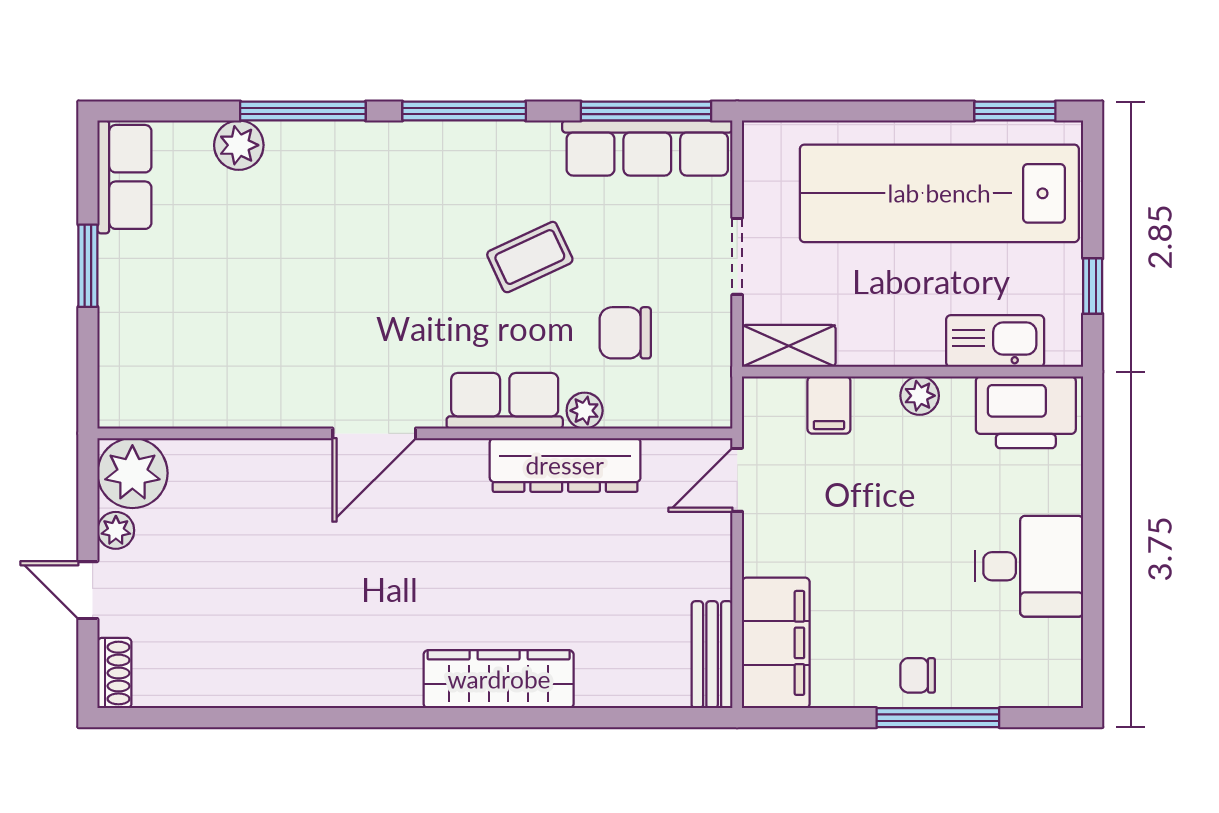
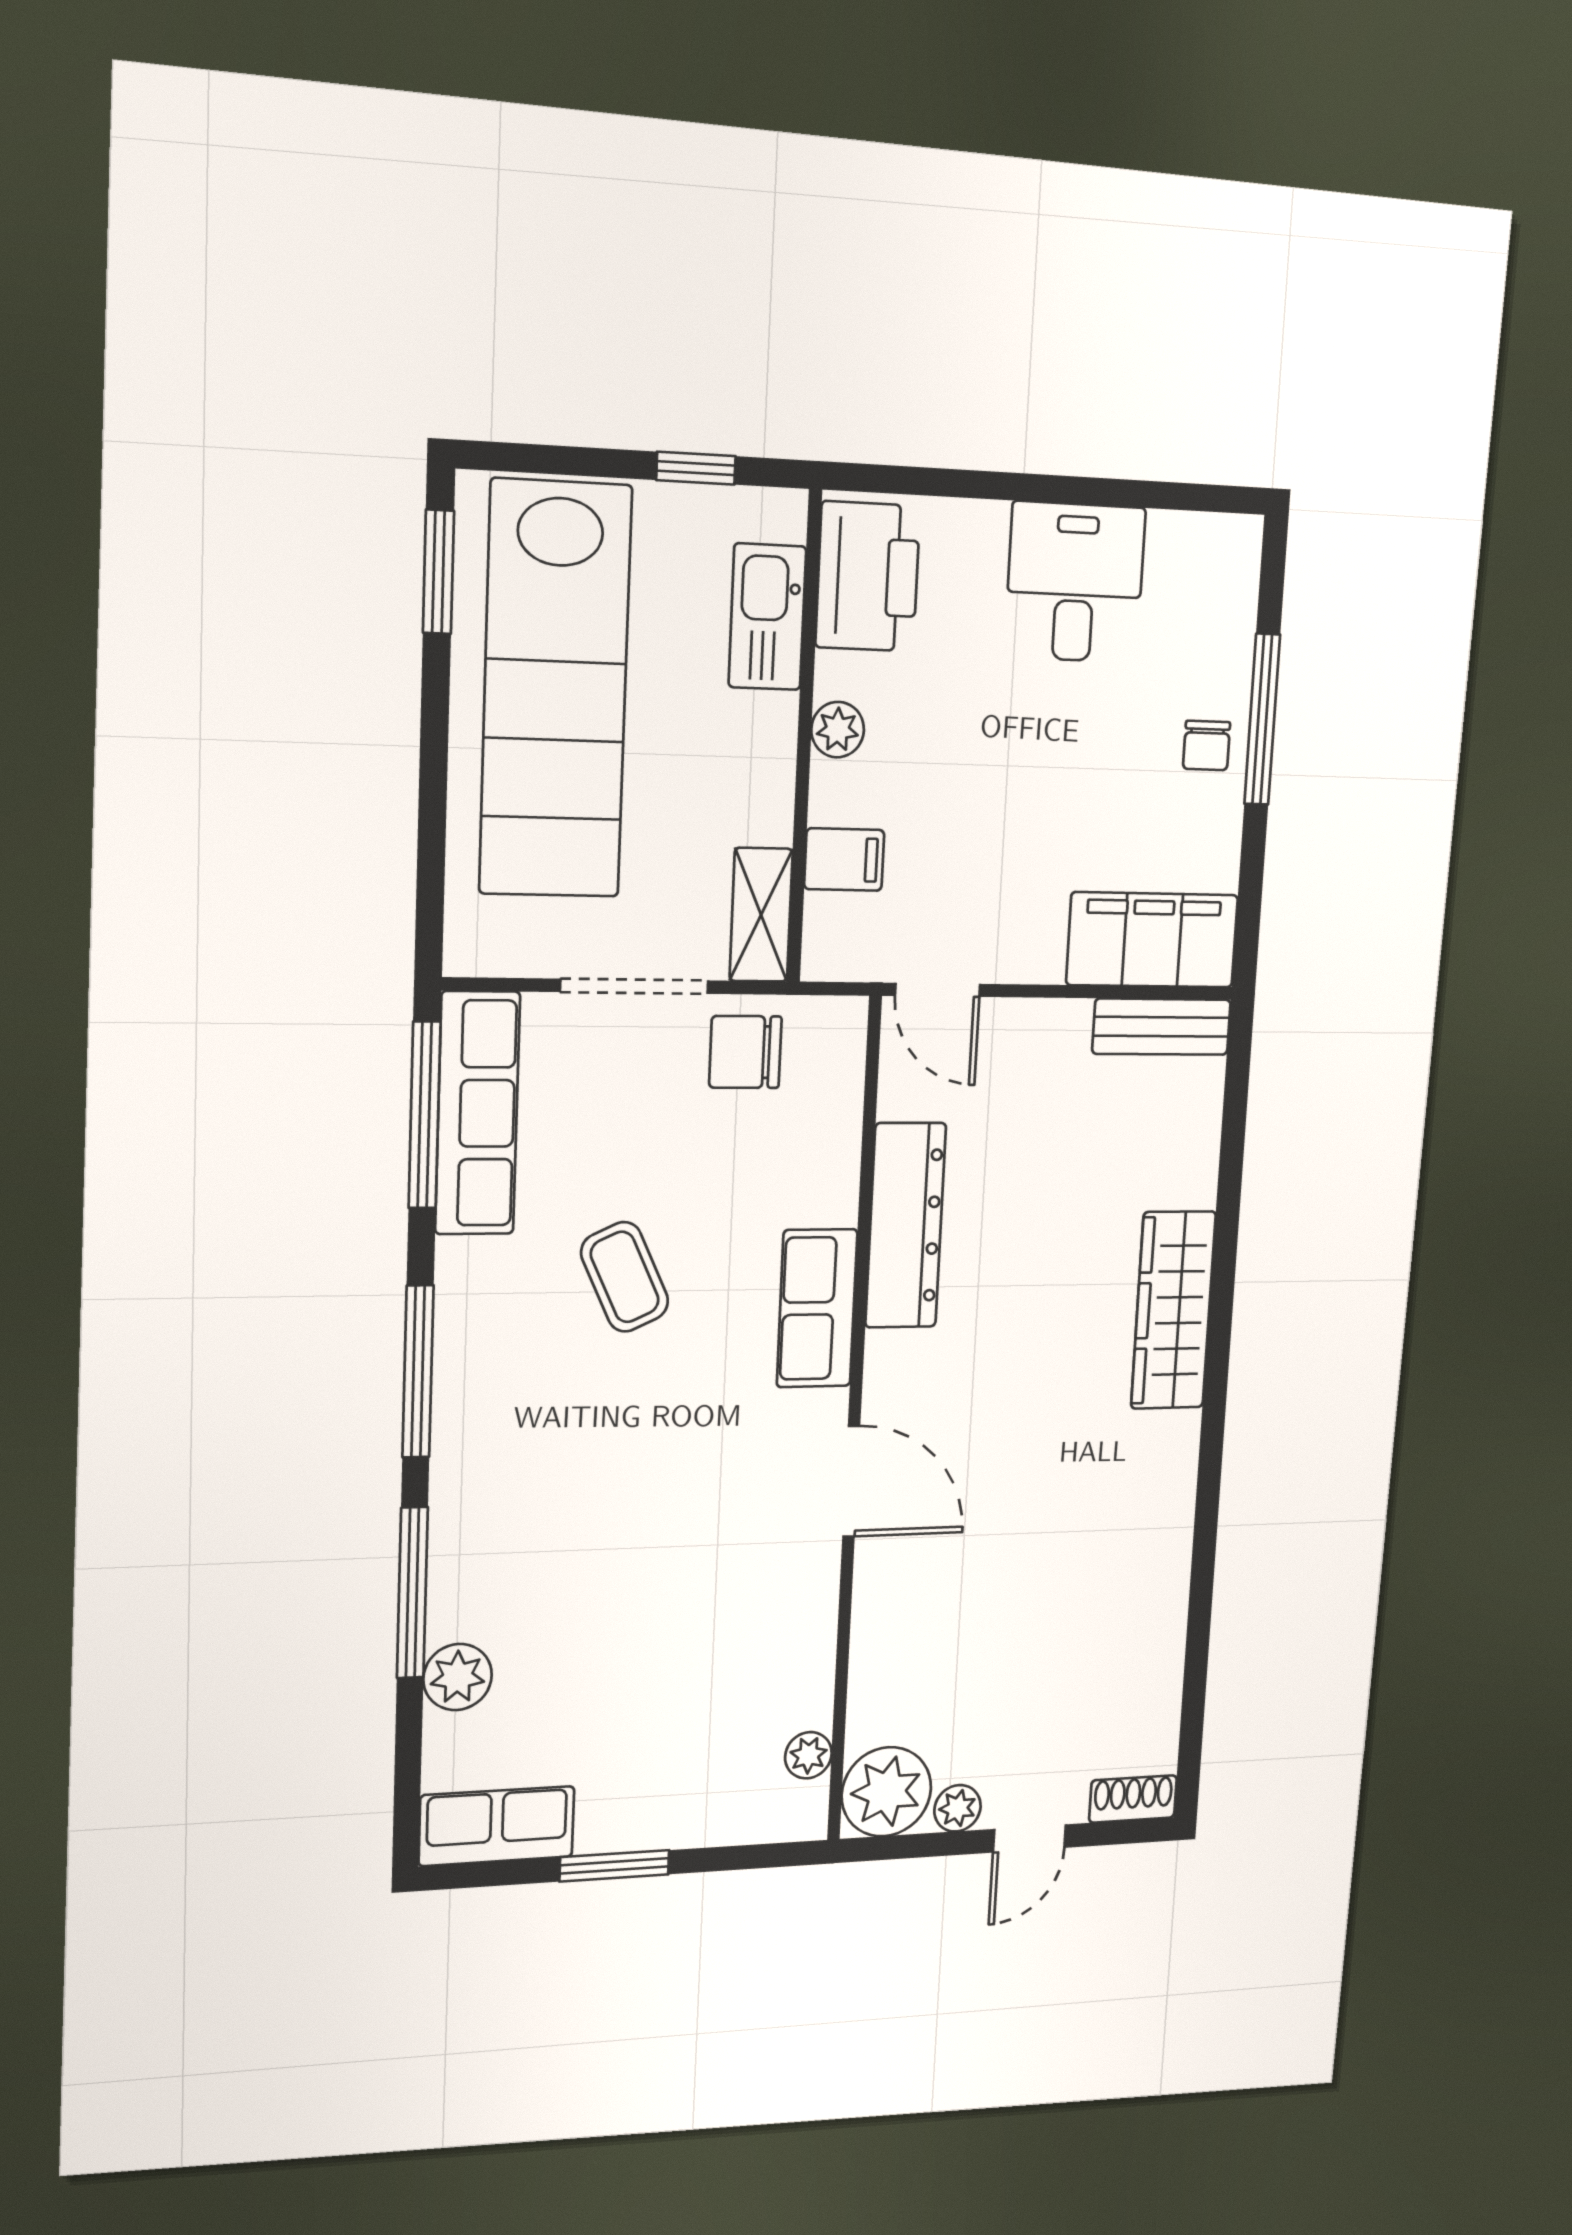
doorway: (737, 256) -> (634, 986), width x1.38
chair: (625, 333) -> (745, 1052), moved, turned 90
plant: (585, 411) -> (808, 1755), moved

